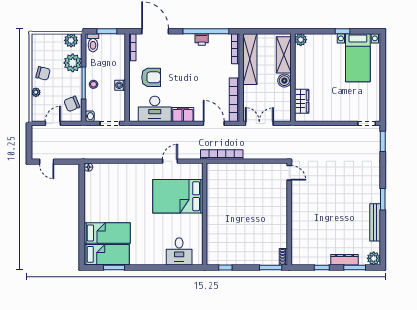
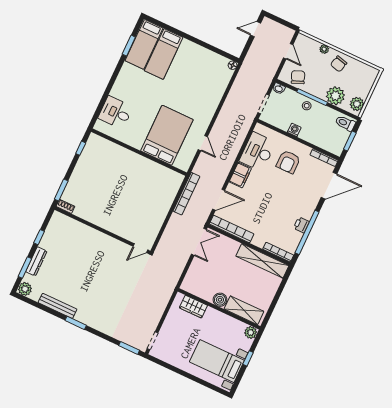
plant: (301, 40) -> (251, 332), moved
shelving: (284, 55) -> (244, 310), moved
wall: (293, 78) -> (219, 309), moved
boiler: (284, 81) -> (220, 300), moved
wardrobe: (302, 101) -> (193, 307), moved

